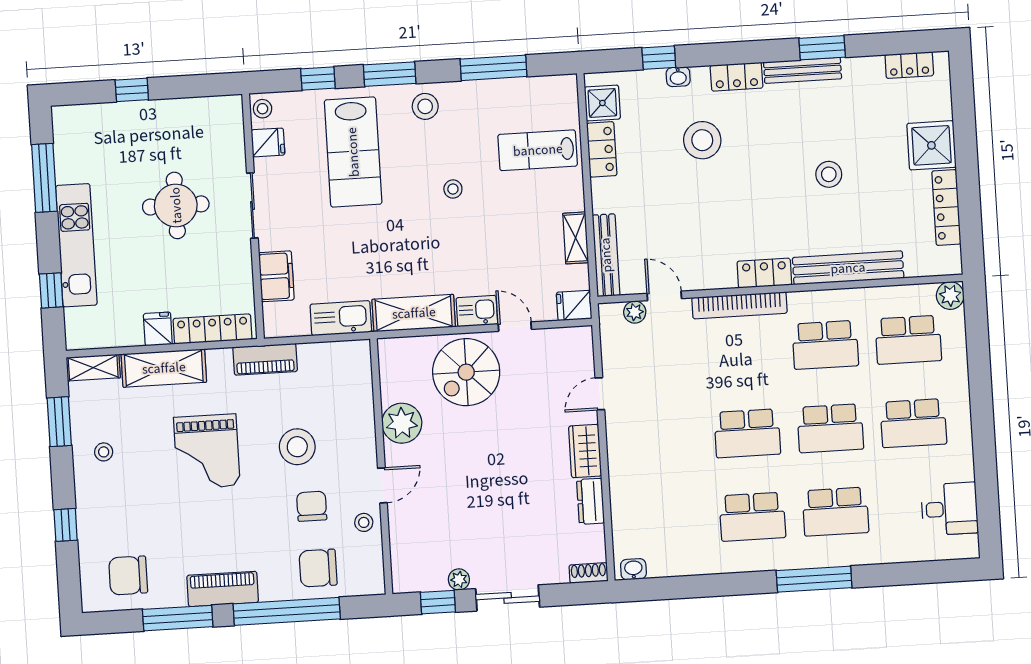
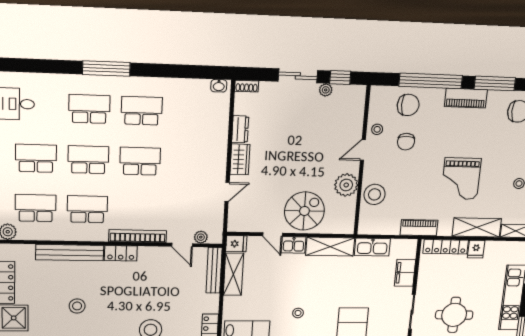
shelving: (576, 238) -> (233, 274), width x1.50, depth x1.33
stool: (297, 447) -> (375, 194), moved
grand piano: (207, 452) -> (461, 179), turned 180

